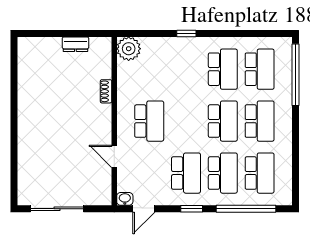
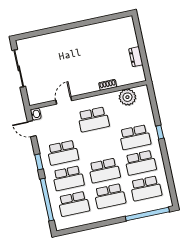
plant: (129, 49) -> (127, 97), moved
school desk: (186, 69) -> (135, 137), added

